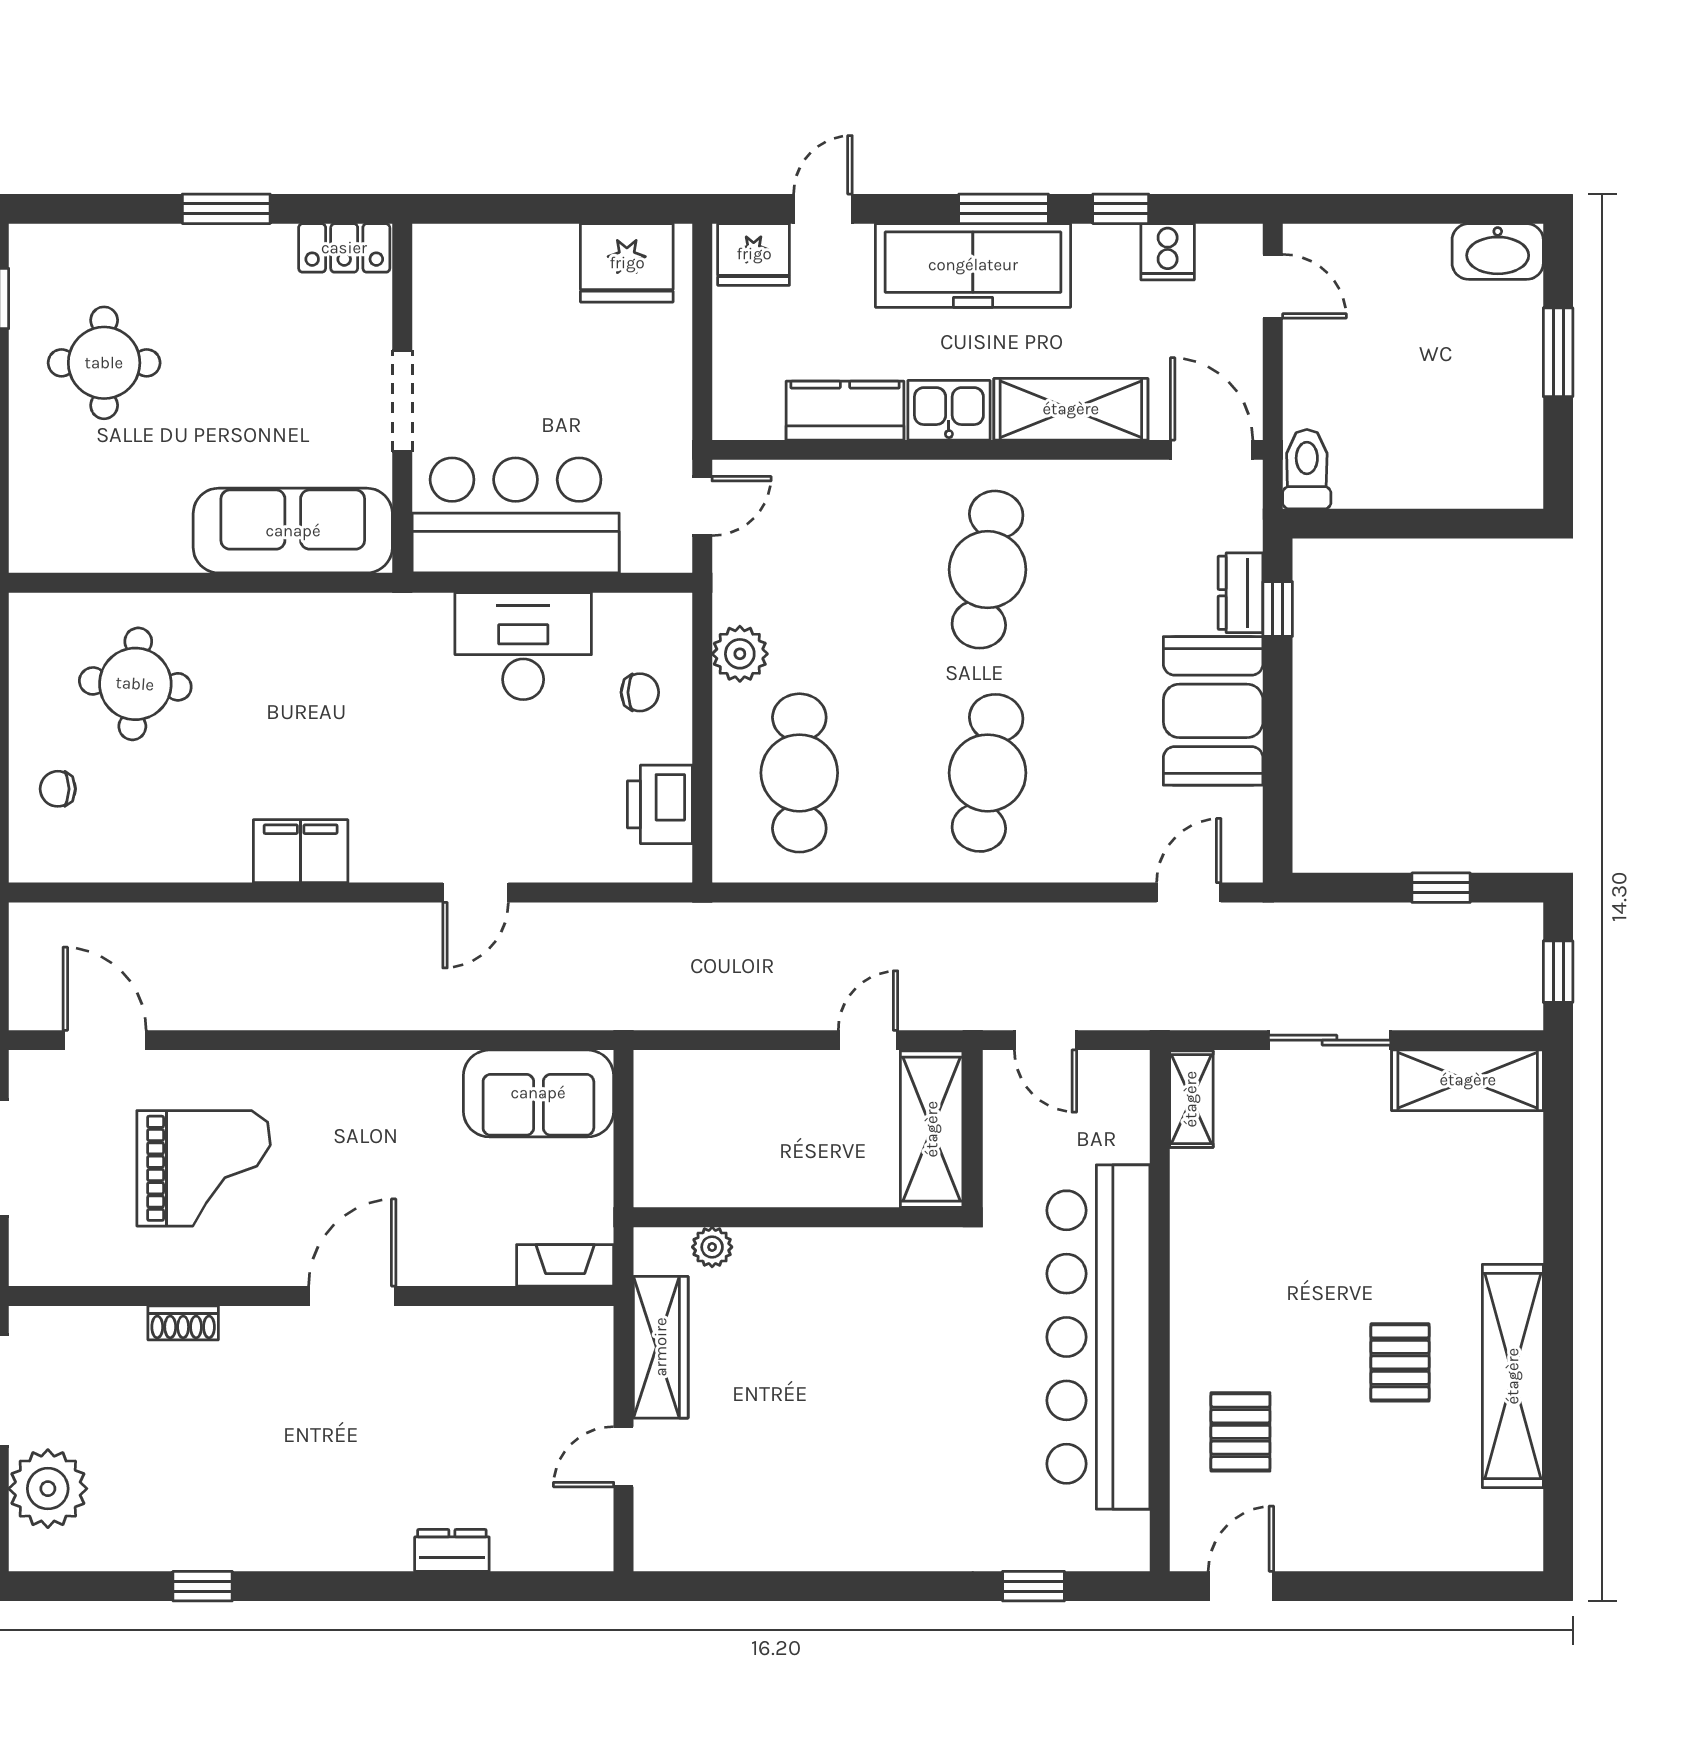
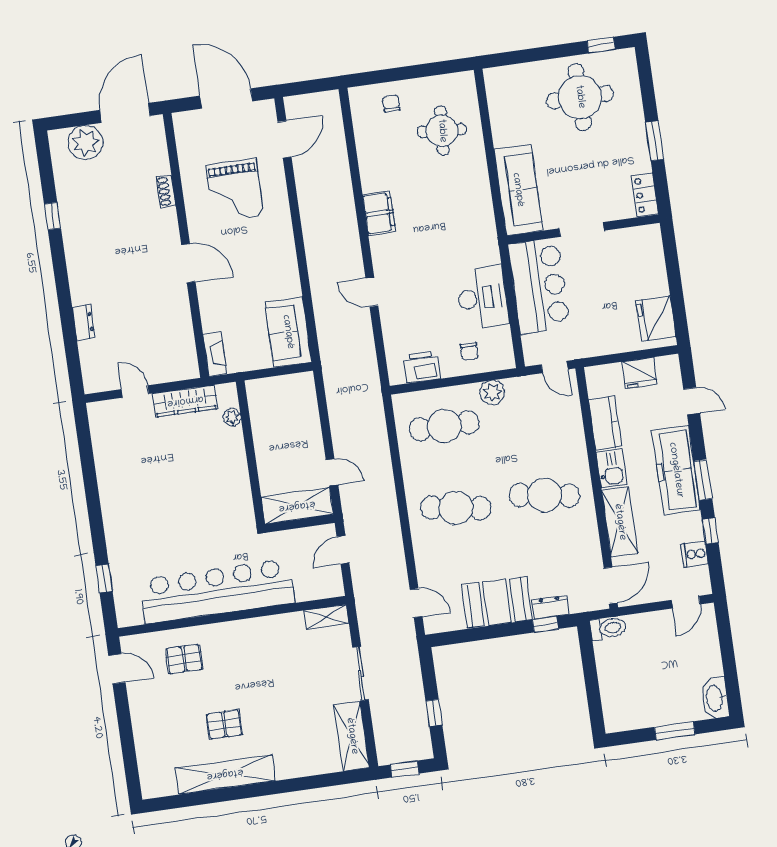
fridge: (754, 254) -> (640, 373), moved, turned -90
round table: (104, 363) -> (580, 97), width x1.36, depth x1.36

